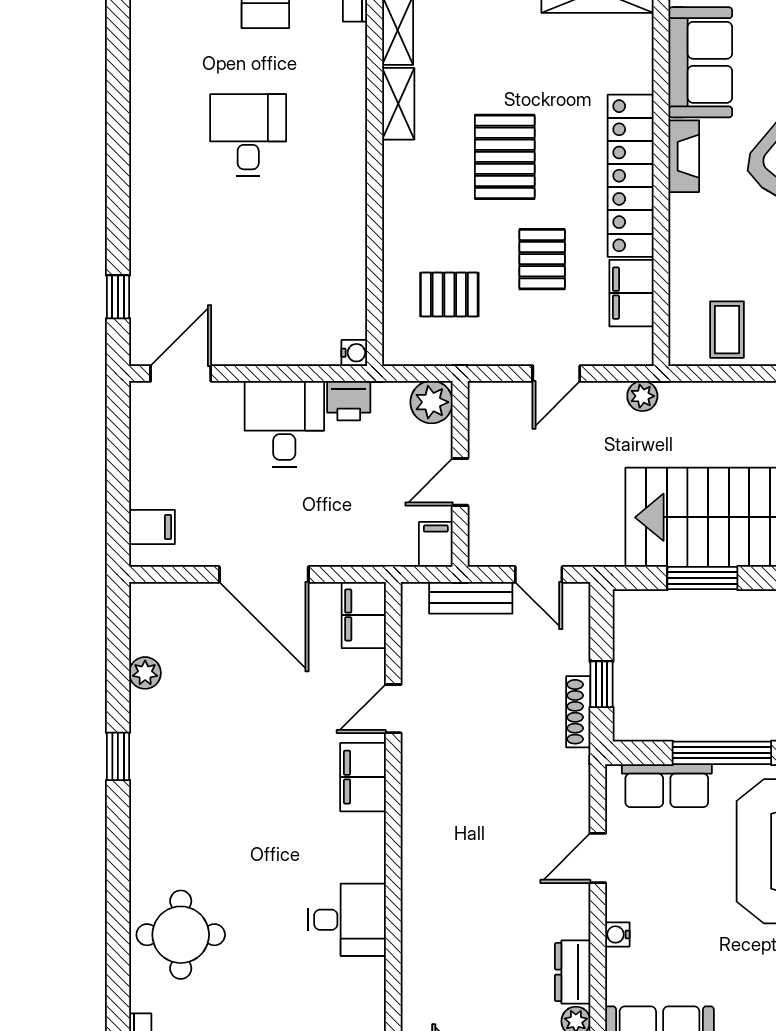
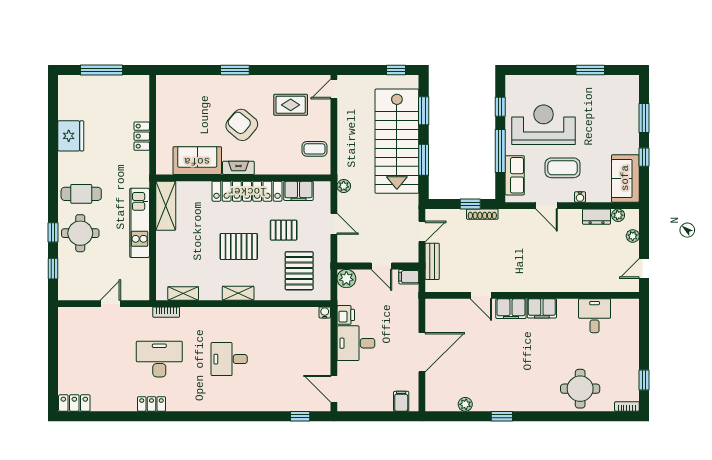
shelving: (398, 104) -> (238, 293), moved
pallet: (449, 295) -> (299, 271), width x1.50, depth x1.42
filing cabinet: (364, 615) -> (542, 308), moved
coffee table: (684, 895) -> (563, 168), added
desk: (347, 920) -> (595, 316), moved

